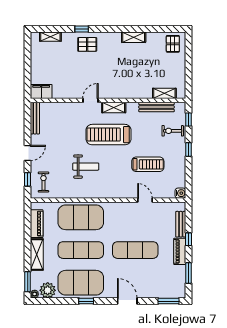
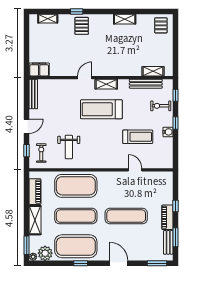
pallet: (87, 44) -> (82, 26), turned 90
weight bench: (86, 167) -> (69, 147), moved, turned 90
water cooler: (180, 193) -> (168, 132), moved
bench: (181, 224) -> (168, 242), moved

